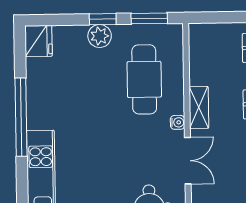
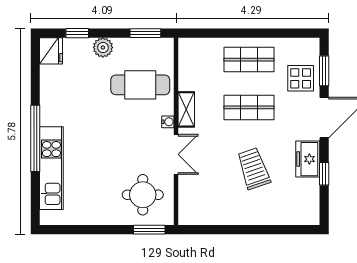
window: (103, 19) -> (77, 33), moved
cafe table: (144, 79) -> (140, 85), turned 90
window: (21, 117) -> (35, 138), moved

